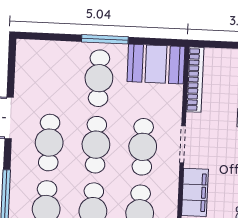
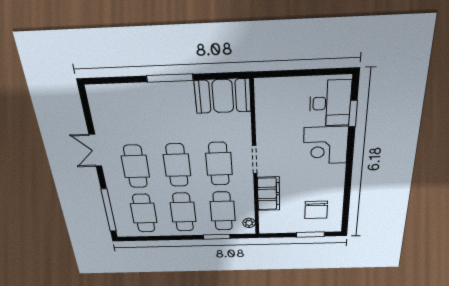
cafe table: (99, 78) -> (170, 112), removed
bookcase: (195, 80) -> (262, 107), removed

